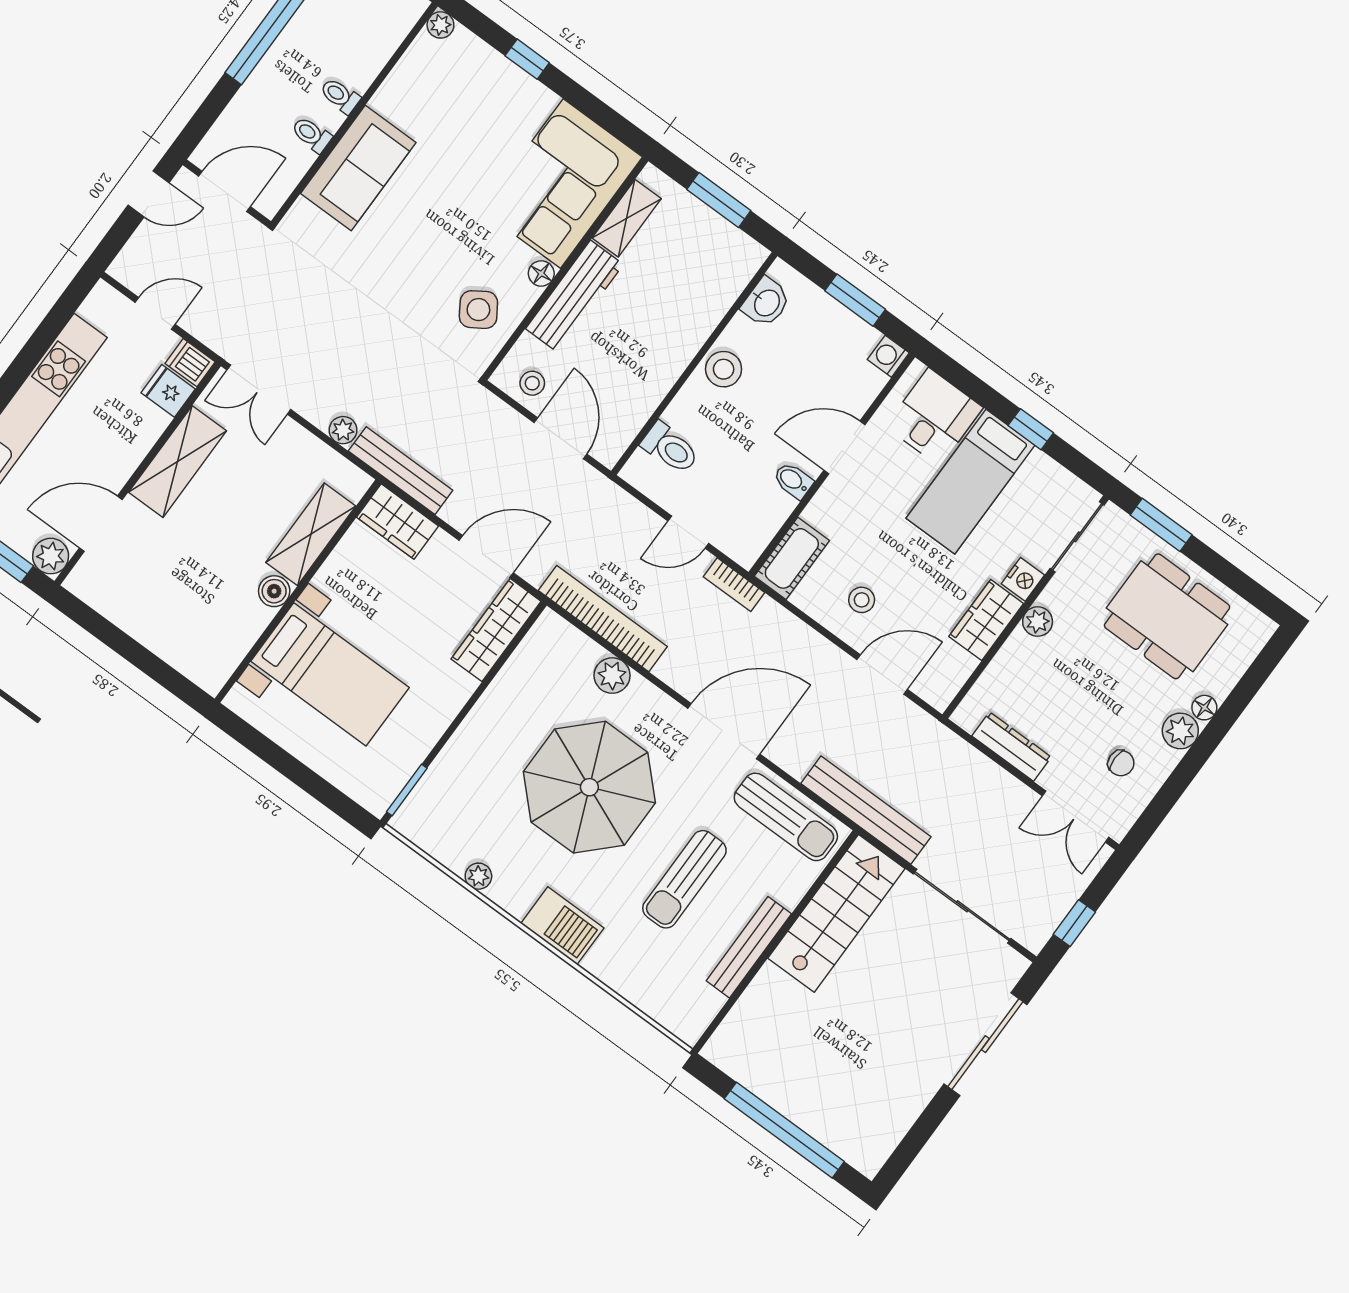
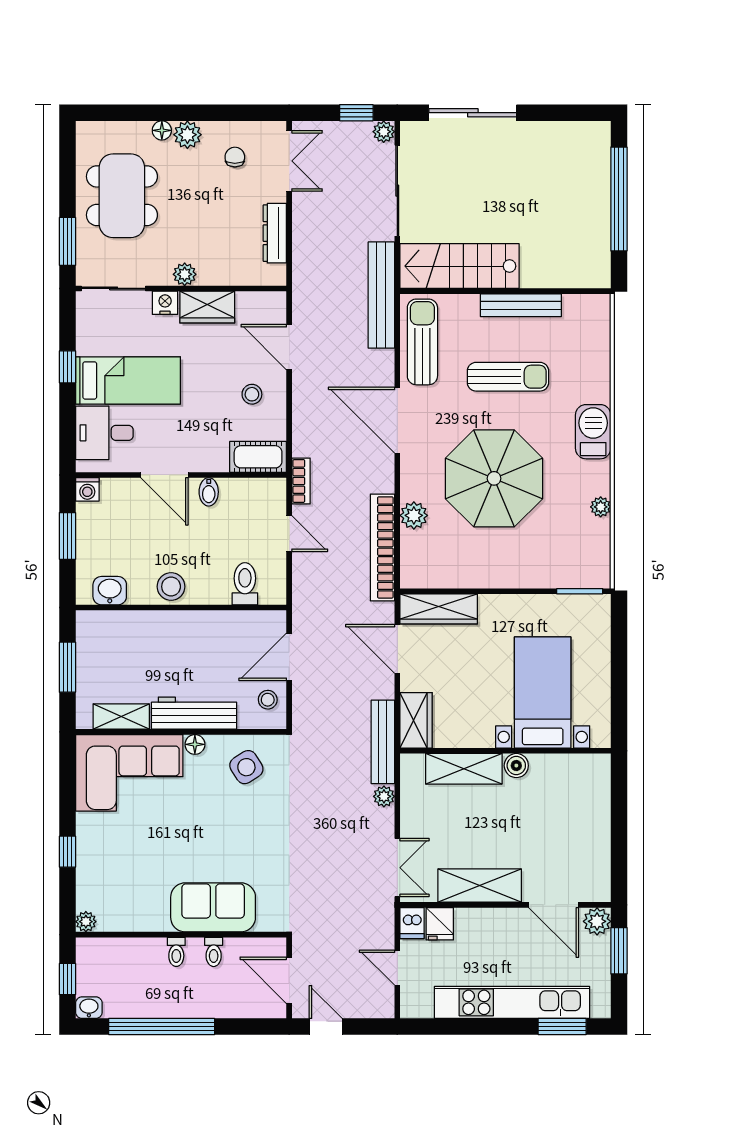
plant: (1034, 937) -> (384, 132), added

